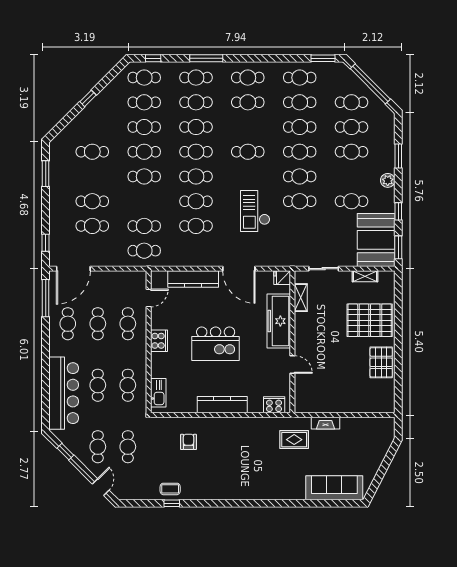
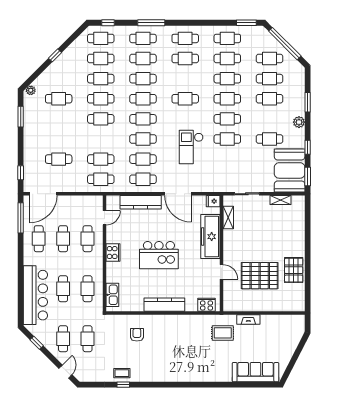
plant: (58, 141) -> (31, 90), added
cafe table: (92, 201) -> (143, 179), moved
pallet: (370, 320) -> (260, 276), moved

